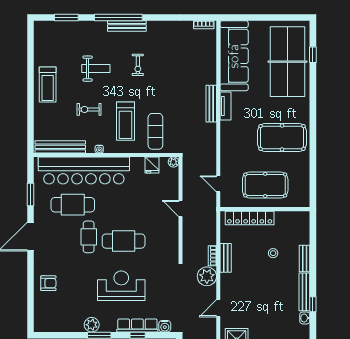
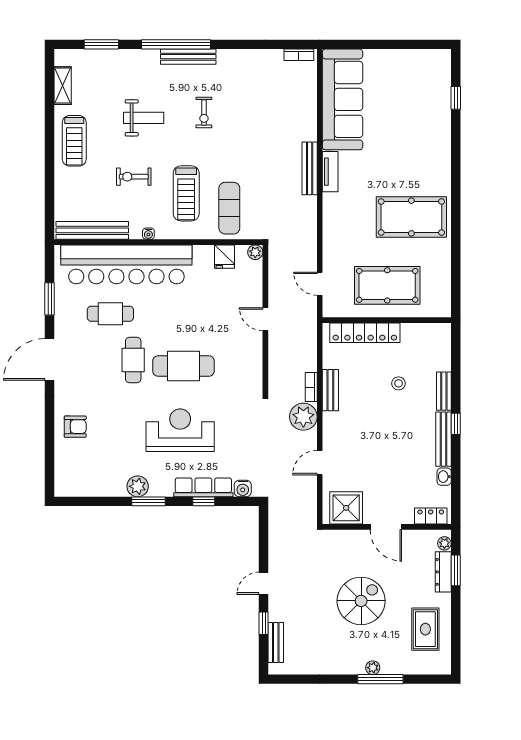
shelving: (40, 46) -> (63, 86), added
table tennis table: (288, 62) -> (419, 108), removed
cafe table: (73, 205) -> (110, 314), width x0.73, depth x0.74
window: (313, 304) -> (456, 424), moved

